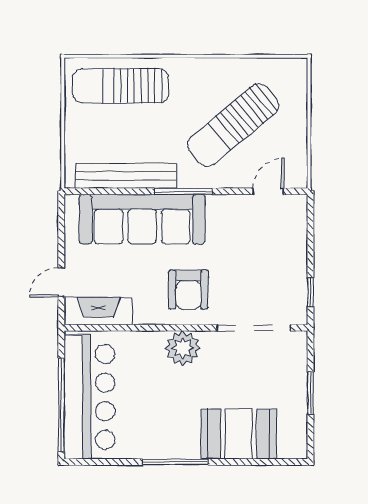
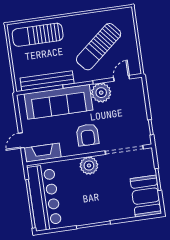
plant: (226, 213) -> (101, 93), added
booth: (239, 434) -> (146, 196), moved, turned 90

